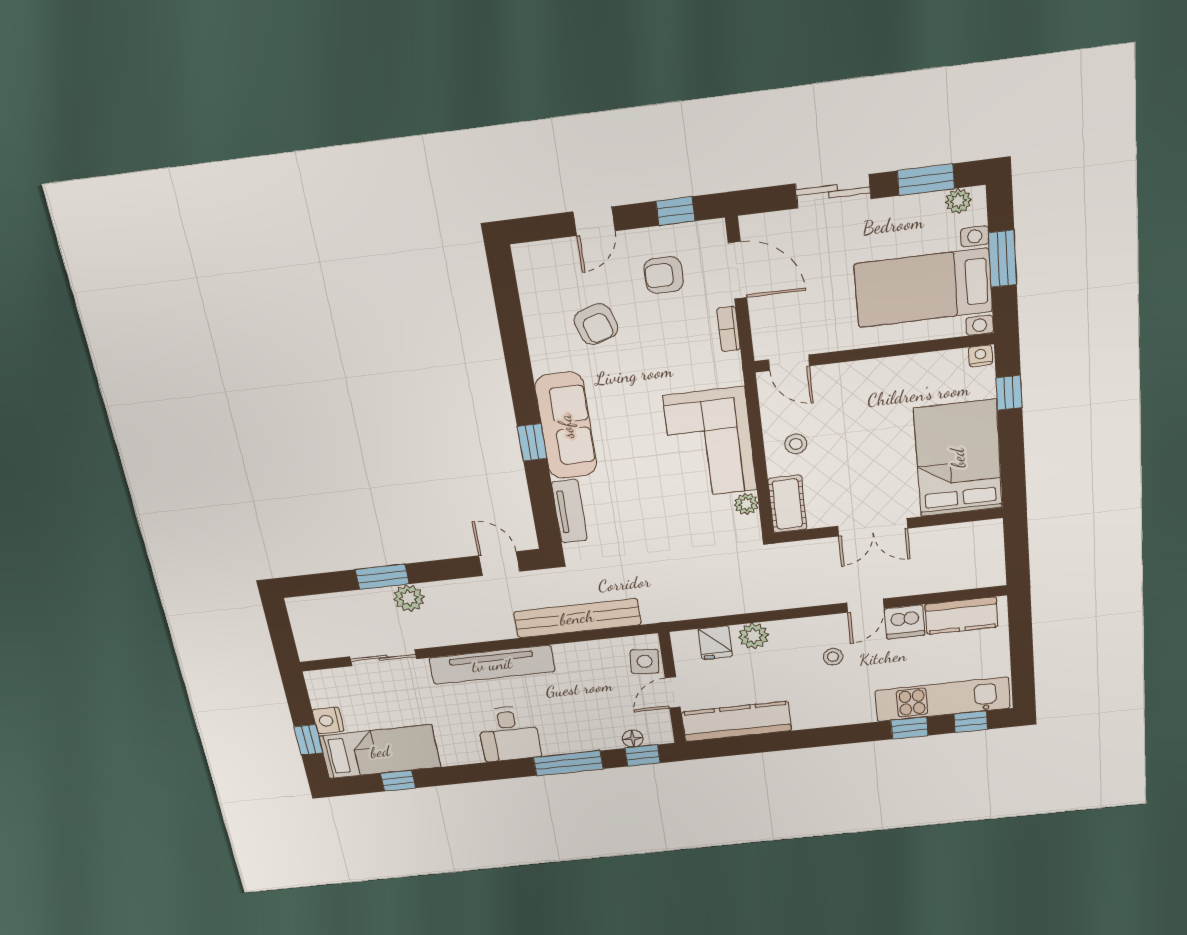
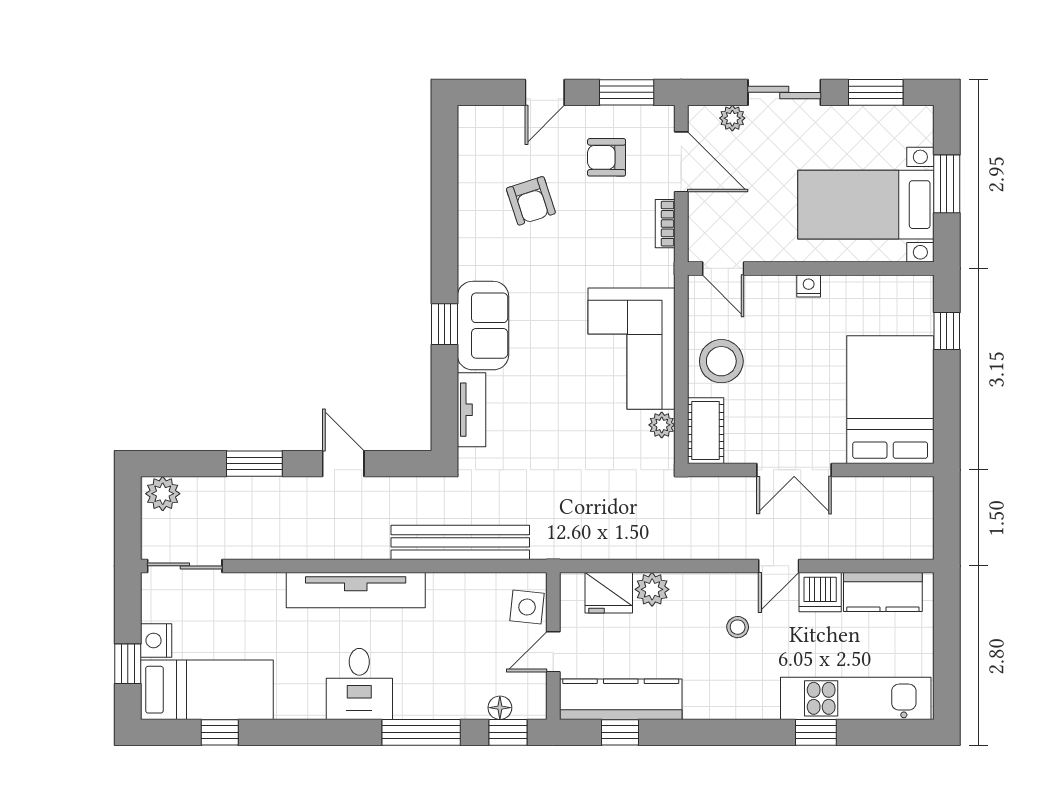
plant: (958, 201) -> (732, 118), moved
window: (675, 211) -> (627, 92), width x1.50
nightstand: (980, 356) -> (809, 286), moved
sofa: (566, 426) -> (483, 326), width x0.73
stool: (796, 444) -> (721, 361), width x1.89, depth x1.89
door: (499, 564) -> (343, 464), moved
plant: (409, 598) -> (163, 494), moved
fridge: (715, 643) -> (609, 593), width x1.38
sliding door: (383, 658) -> (185, 566), moved
window: (971, 722) -> (620, 732), moved

